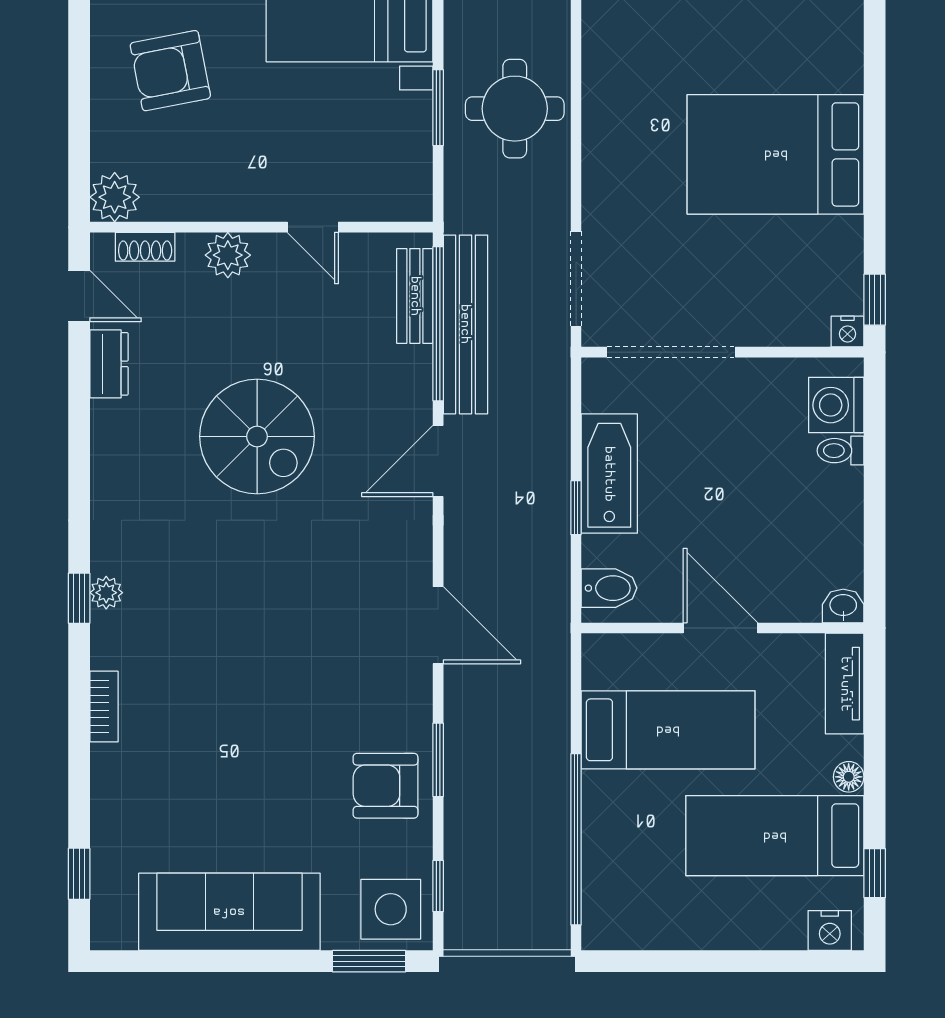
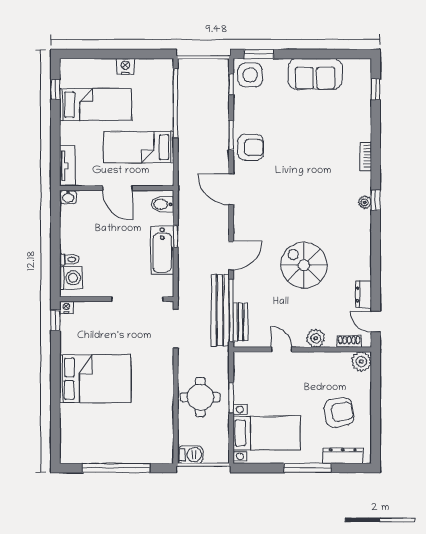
floor lamp: (849, 777) -> (66, 128), removed
armchair: (385, 786) -> (251, 147), moved
sofa: (229, 912) -> (315, 74), width x0.73
nightstand: (830, 930) -> (125, 66), moved

